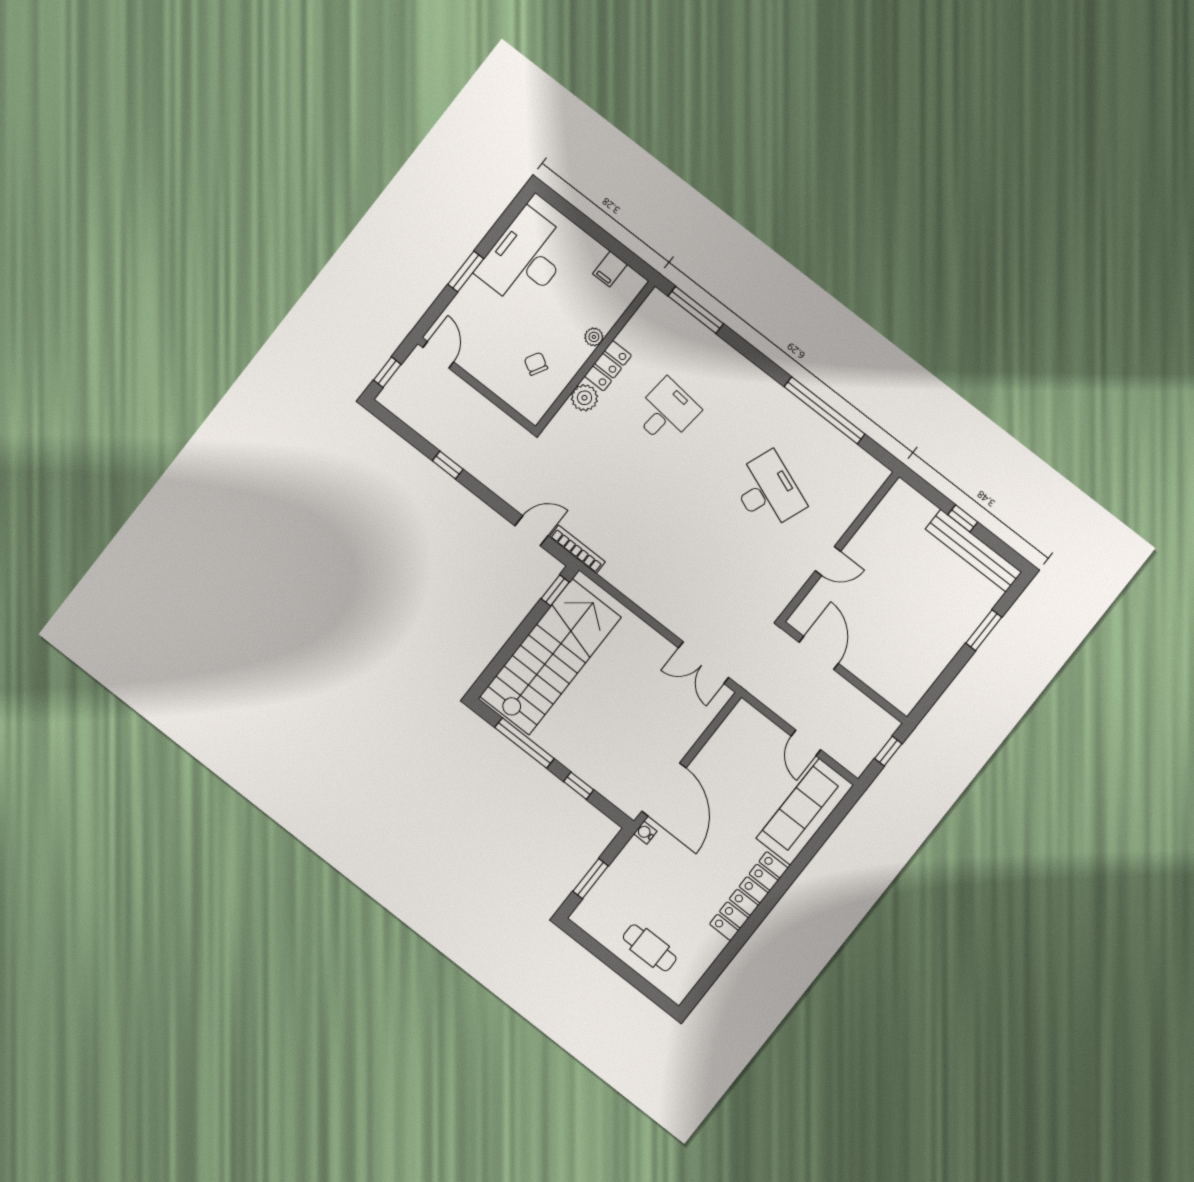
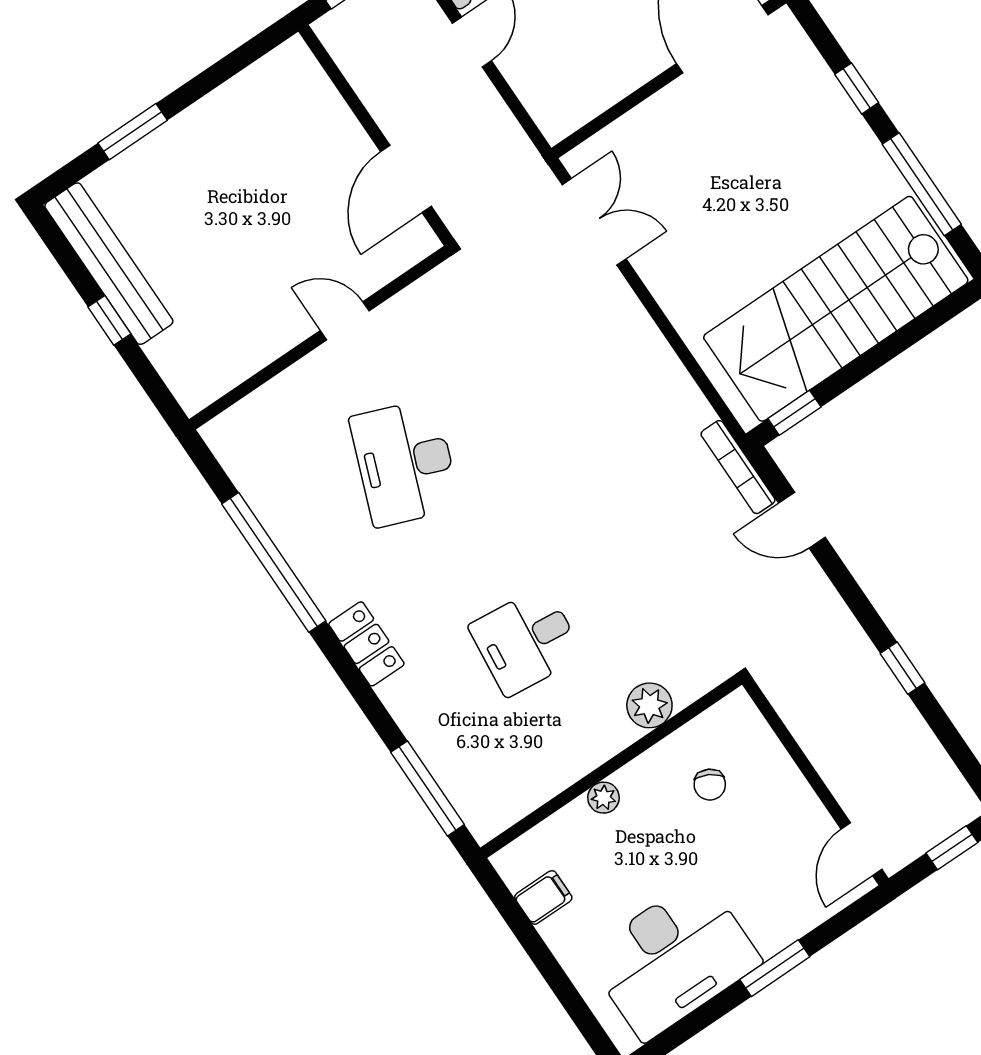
locker: (608, 366) -> (366, 644), moved, turned 90

